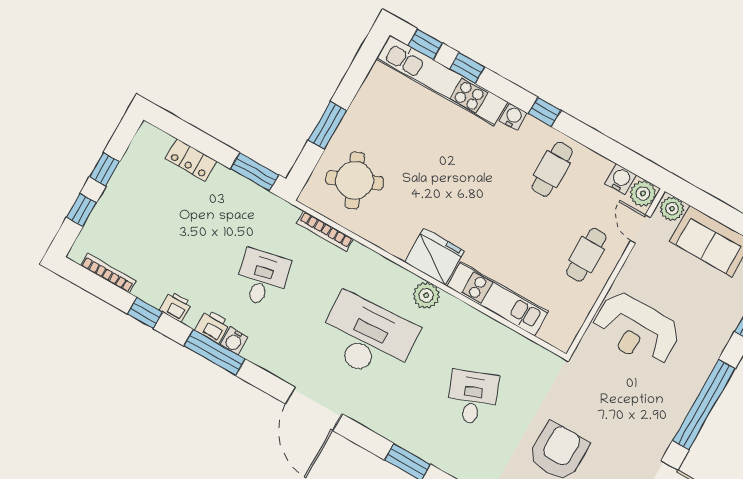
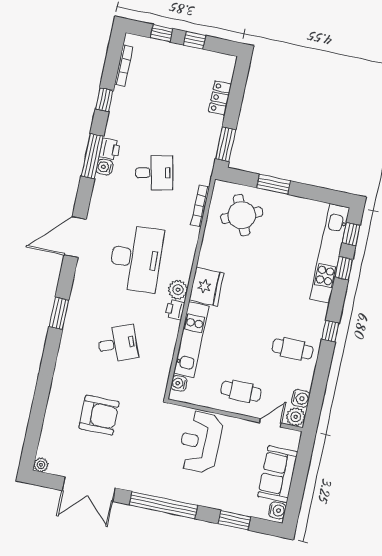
water cooler: (513, 117) -> (179, 383), moved, turned 180
plant: (672, 209) -> (292, 440), removed
printer: (176, 307) -> (175, 310), moved, turned 180

